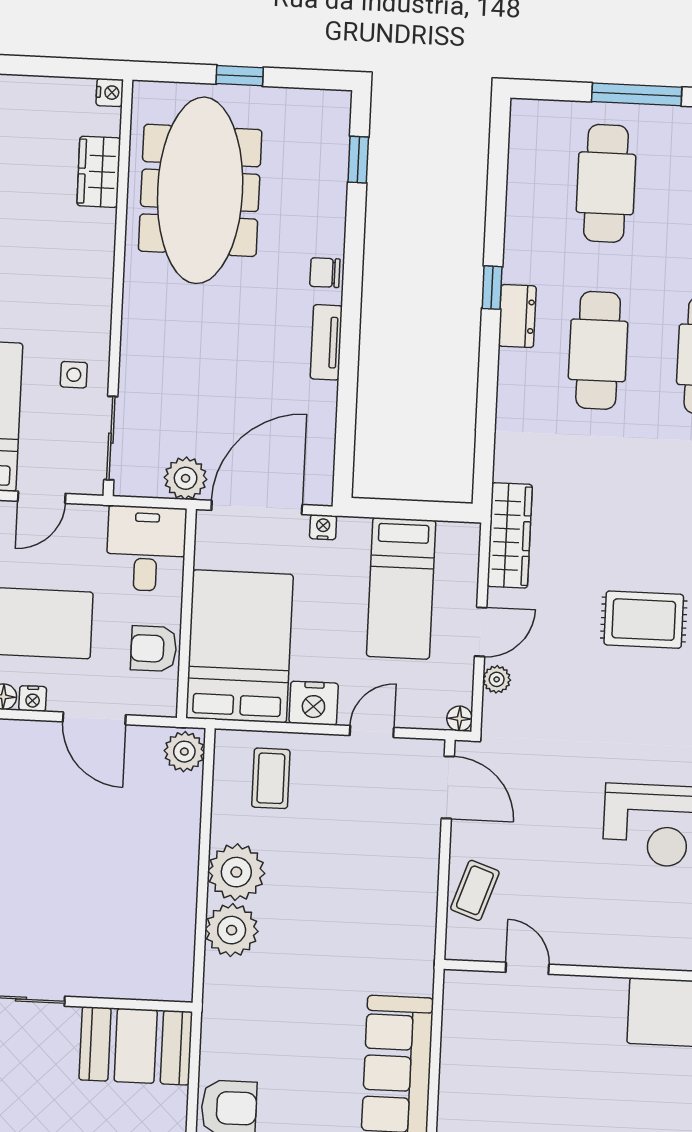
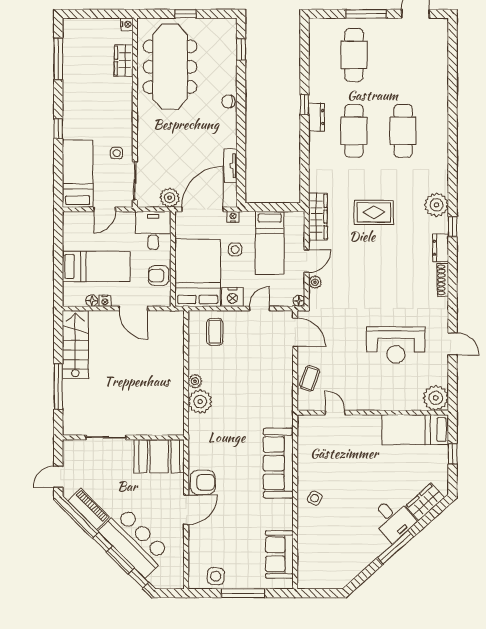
tv unit: (326, 342) -> (230, 166), moved
side table: (324, 599) -> (235, 249), added
rug: (644, 620) -> (374, 212), moved
plant: (184, 752) -> (175, 322), removed
plant: (236, 872) -> (195, 381), width x0.53, depth x0.53

